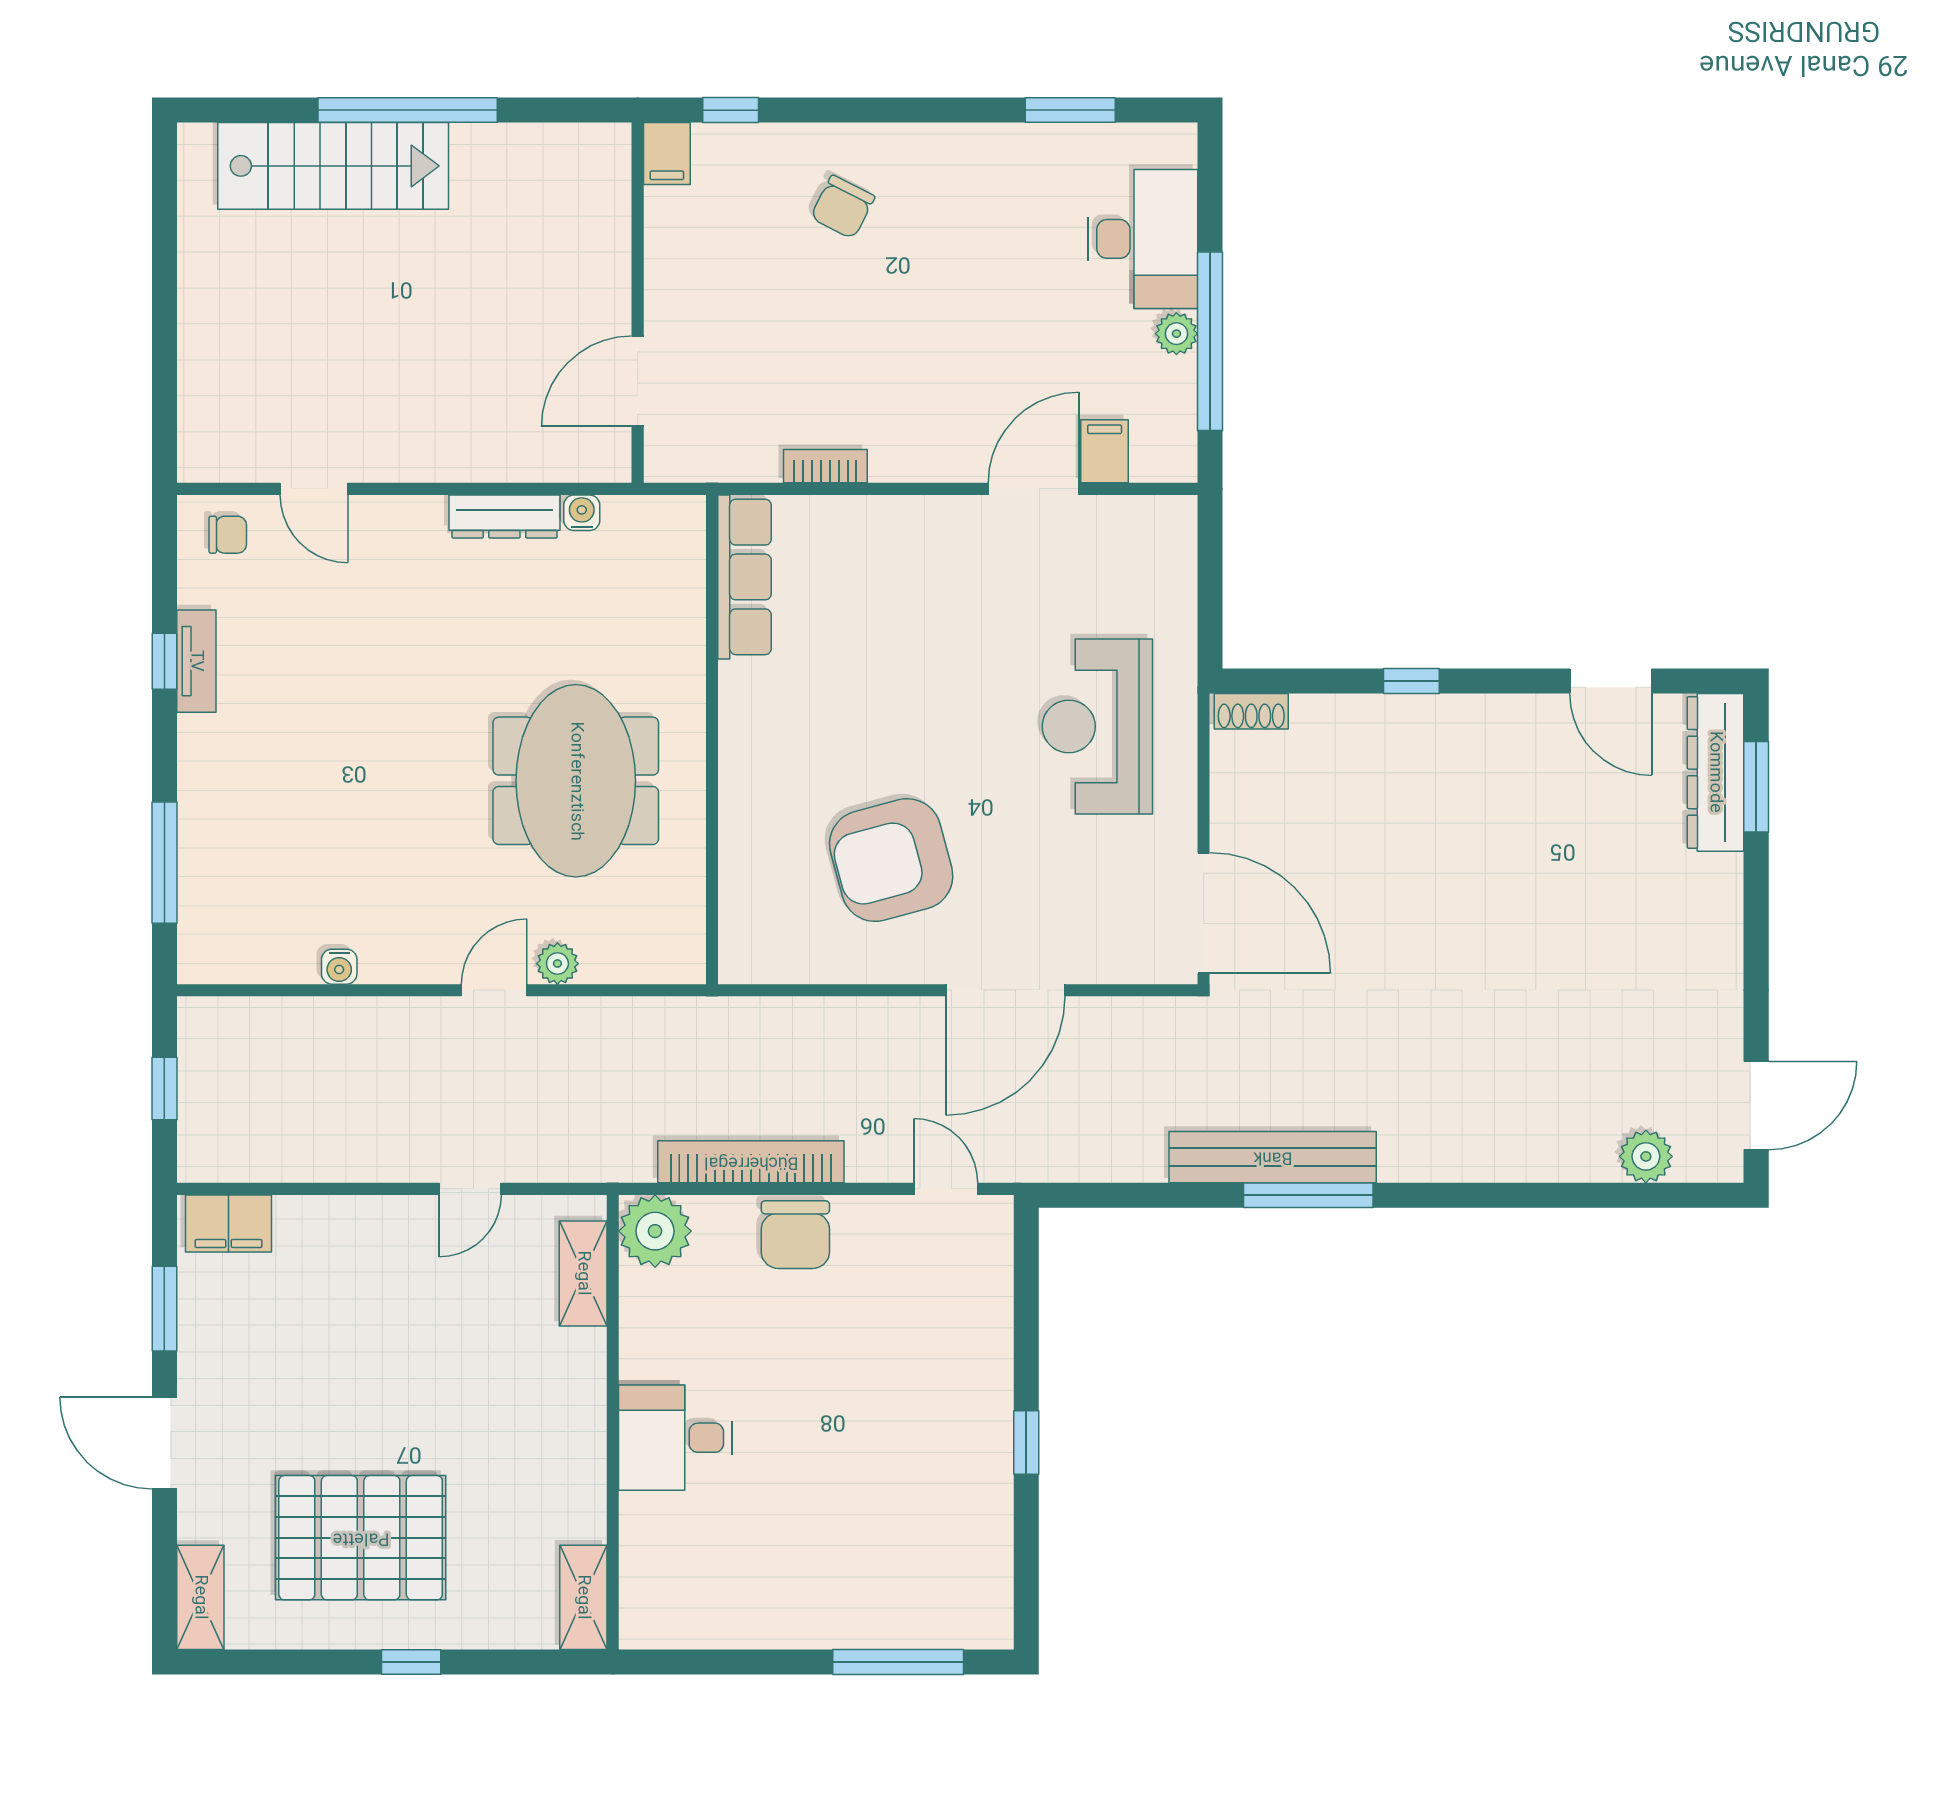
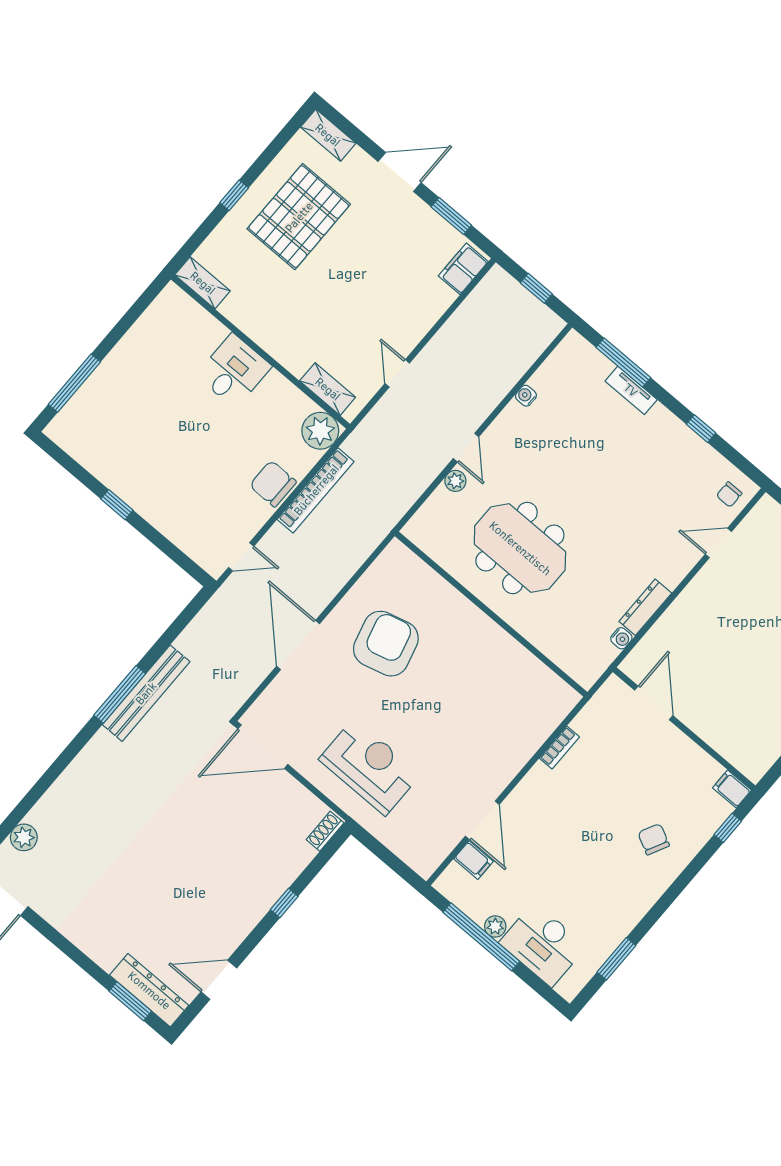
row of seats: (745, 577) -> (543, 680), removed
tv unit: (196, 661) -> (631, 390), moved

